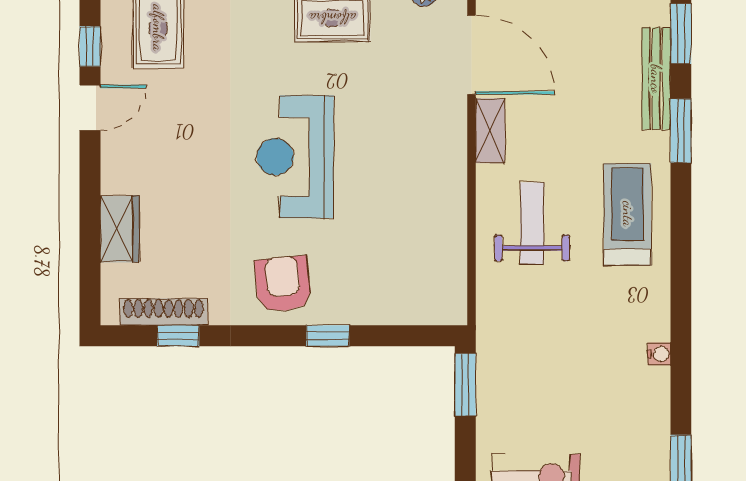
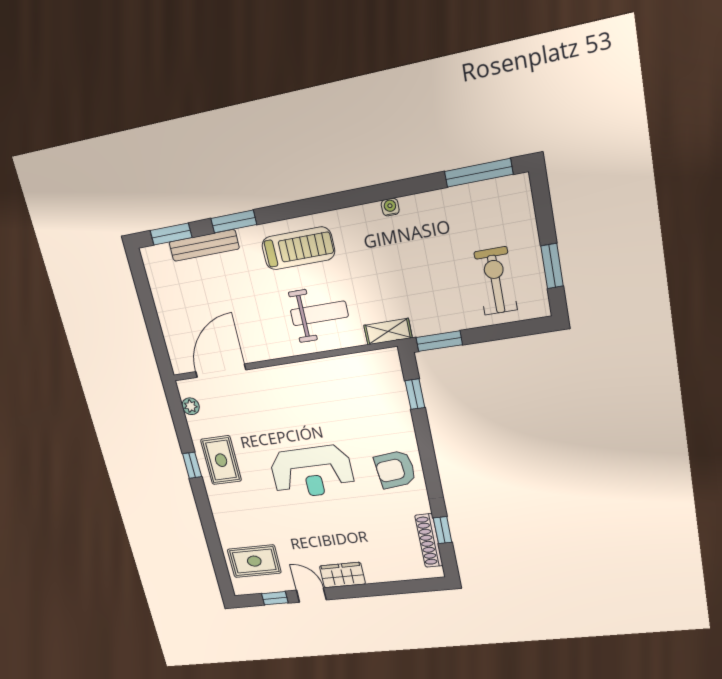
shelving: (490, 131) -> (388, 332), moved
treadmill: (628, 214) -> (298, 248), turned 180
weight bench: (532, 223) -> (319, 313), turned 180
wardrobe: (120, 229) -> (342, 575), moved
window: (328, 336) -> (415, 394), moved

